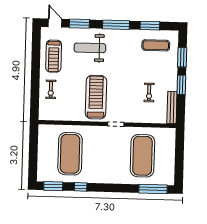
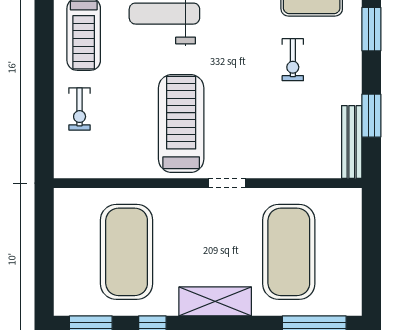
window: (181, 85) -> (371, 116), moved
exercise bike: (149, 92) -> (293, 60), moved
shelving: (109, 177) -> (215, 301), added

